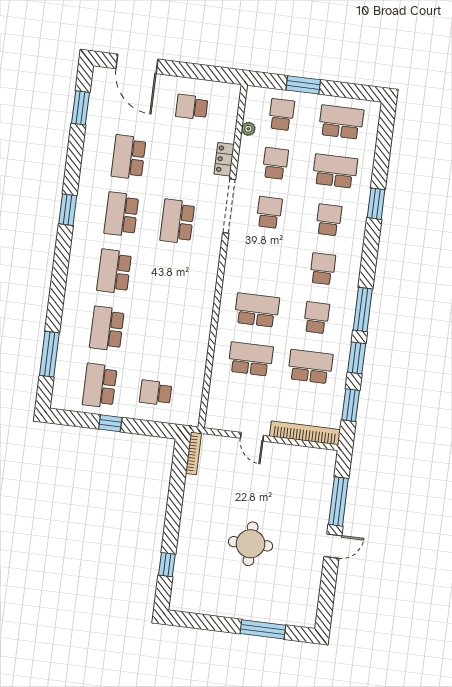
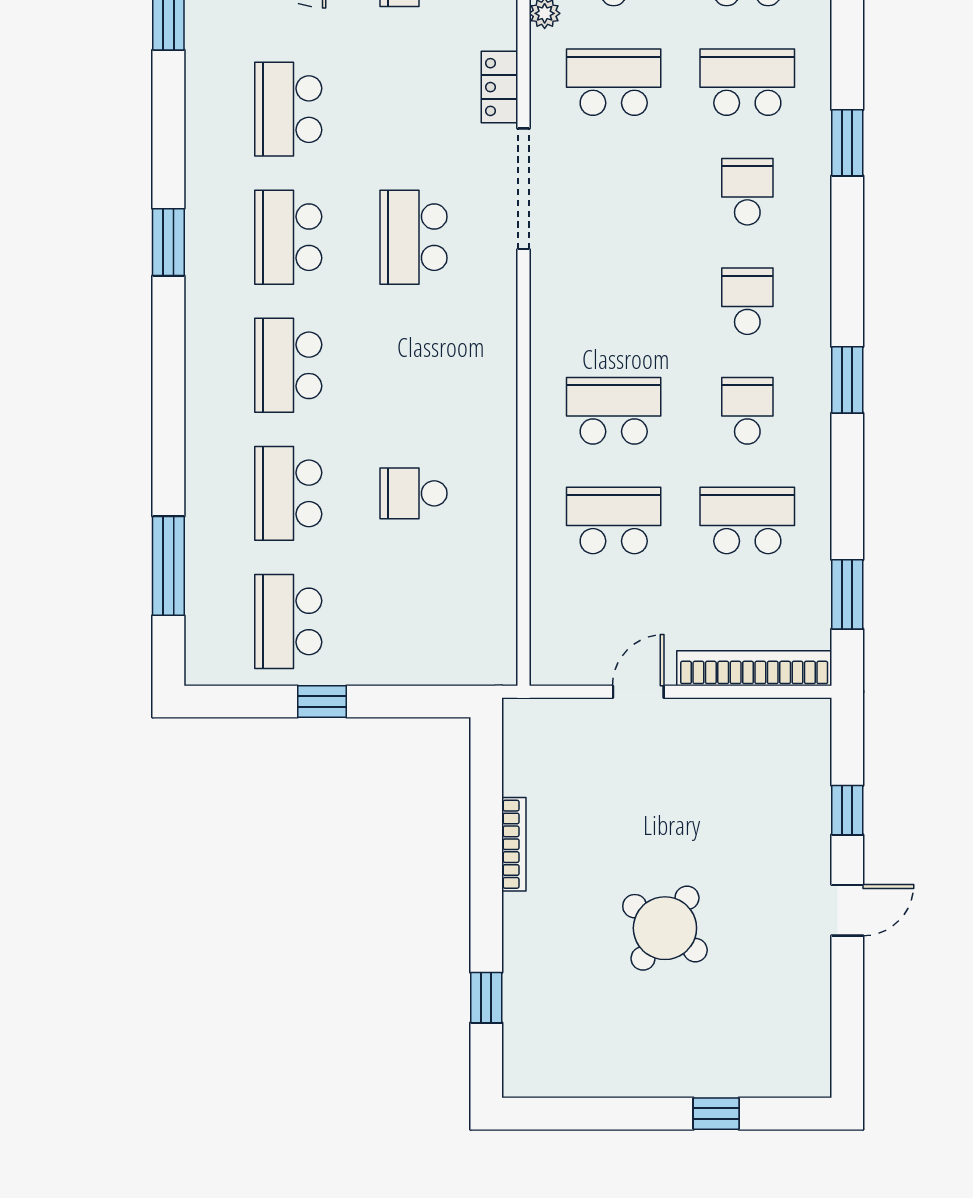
school desk: (275, 163) -> (614, 82), width x1.85
school desk: (269, 212) -> (614, 192), removed
window: (363, 309) -> (847, 380), width x0.69
window: (357, 358) -> (847, 488), removed
school desk: (156, 393) -> (414, 493), moved
door: (252, 437) -> (638, 692), swing flipped
bookcase: (193, 453) -> (514, 844), moved
window: (338, 501) -> (847, 810), width x0.46
round table: (251, 544) -> (665, 928), turned 36
window: (263, 629) -> (716, 1114), width x0.46

